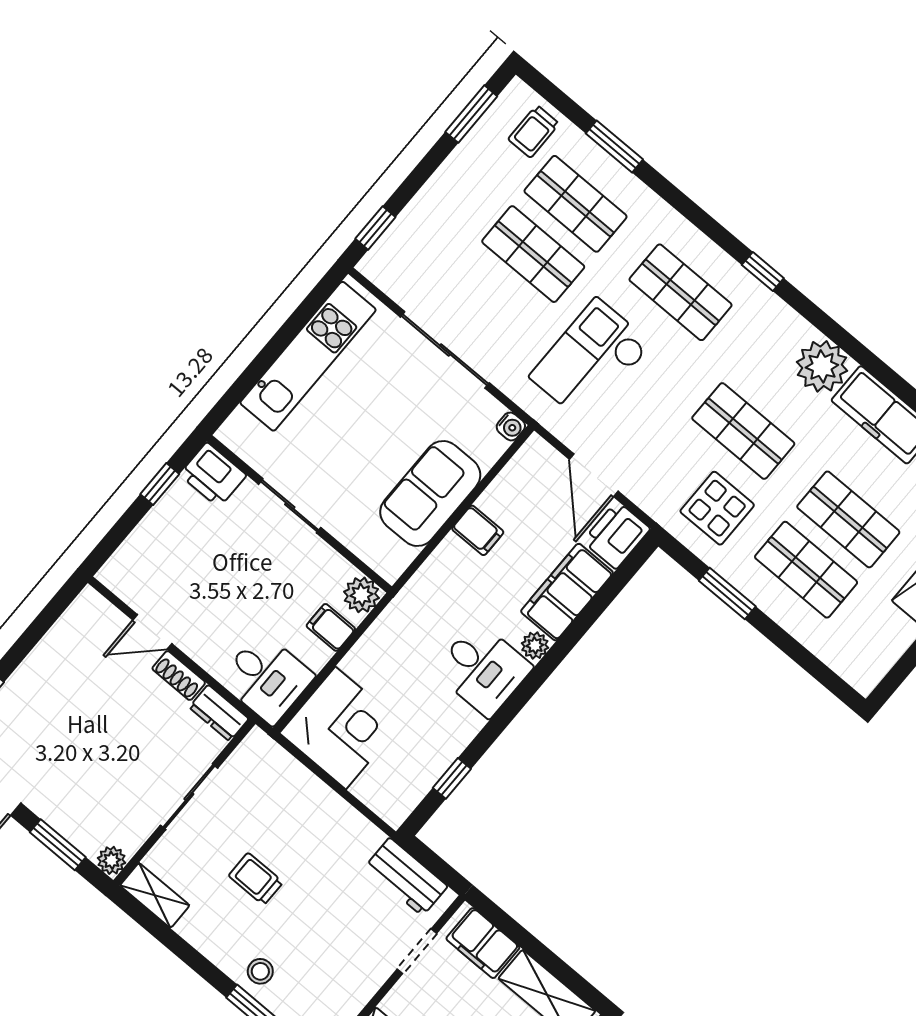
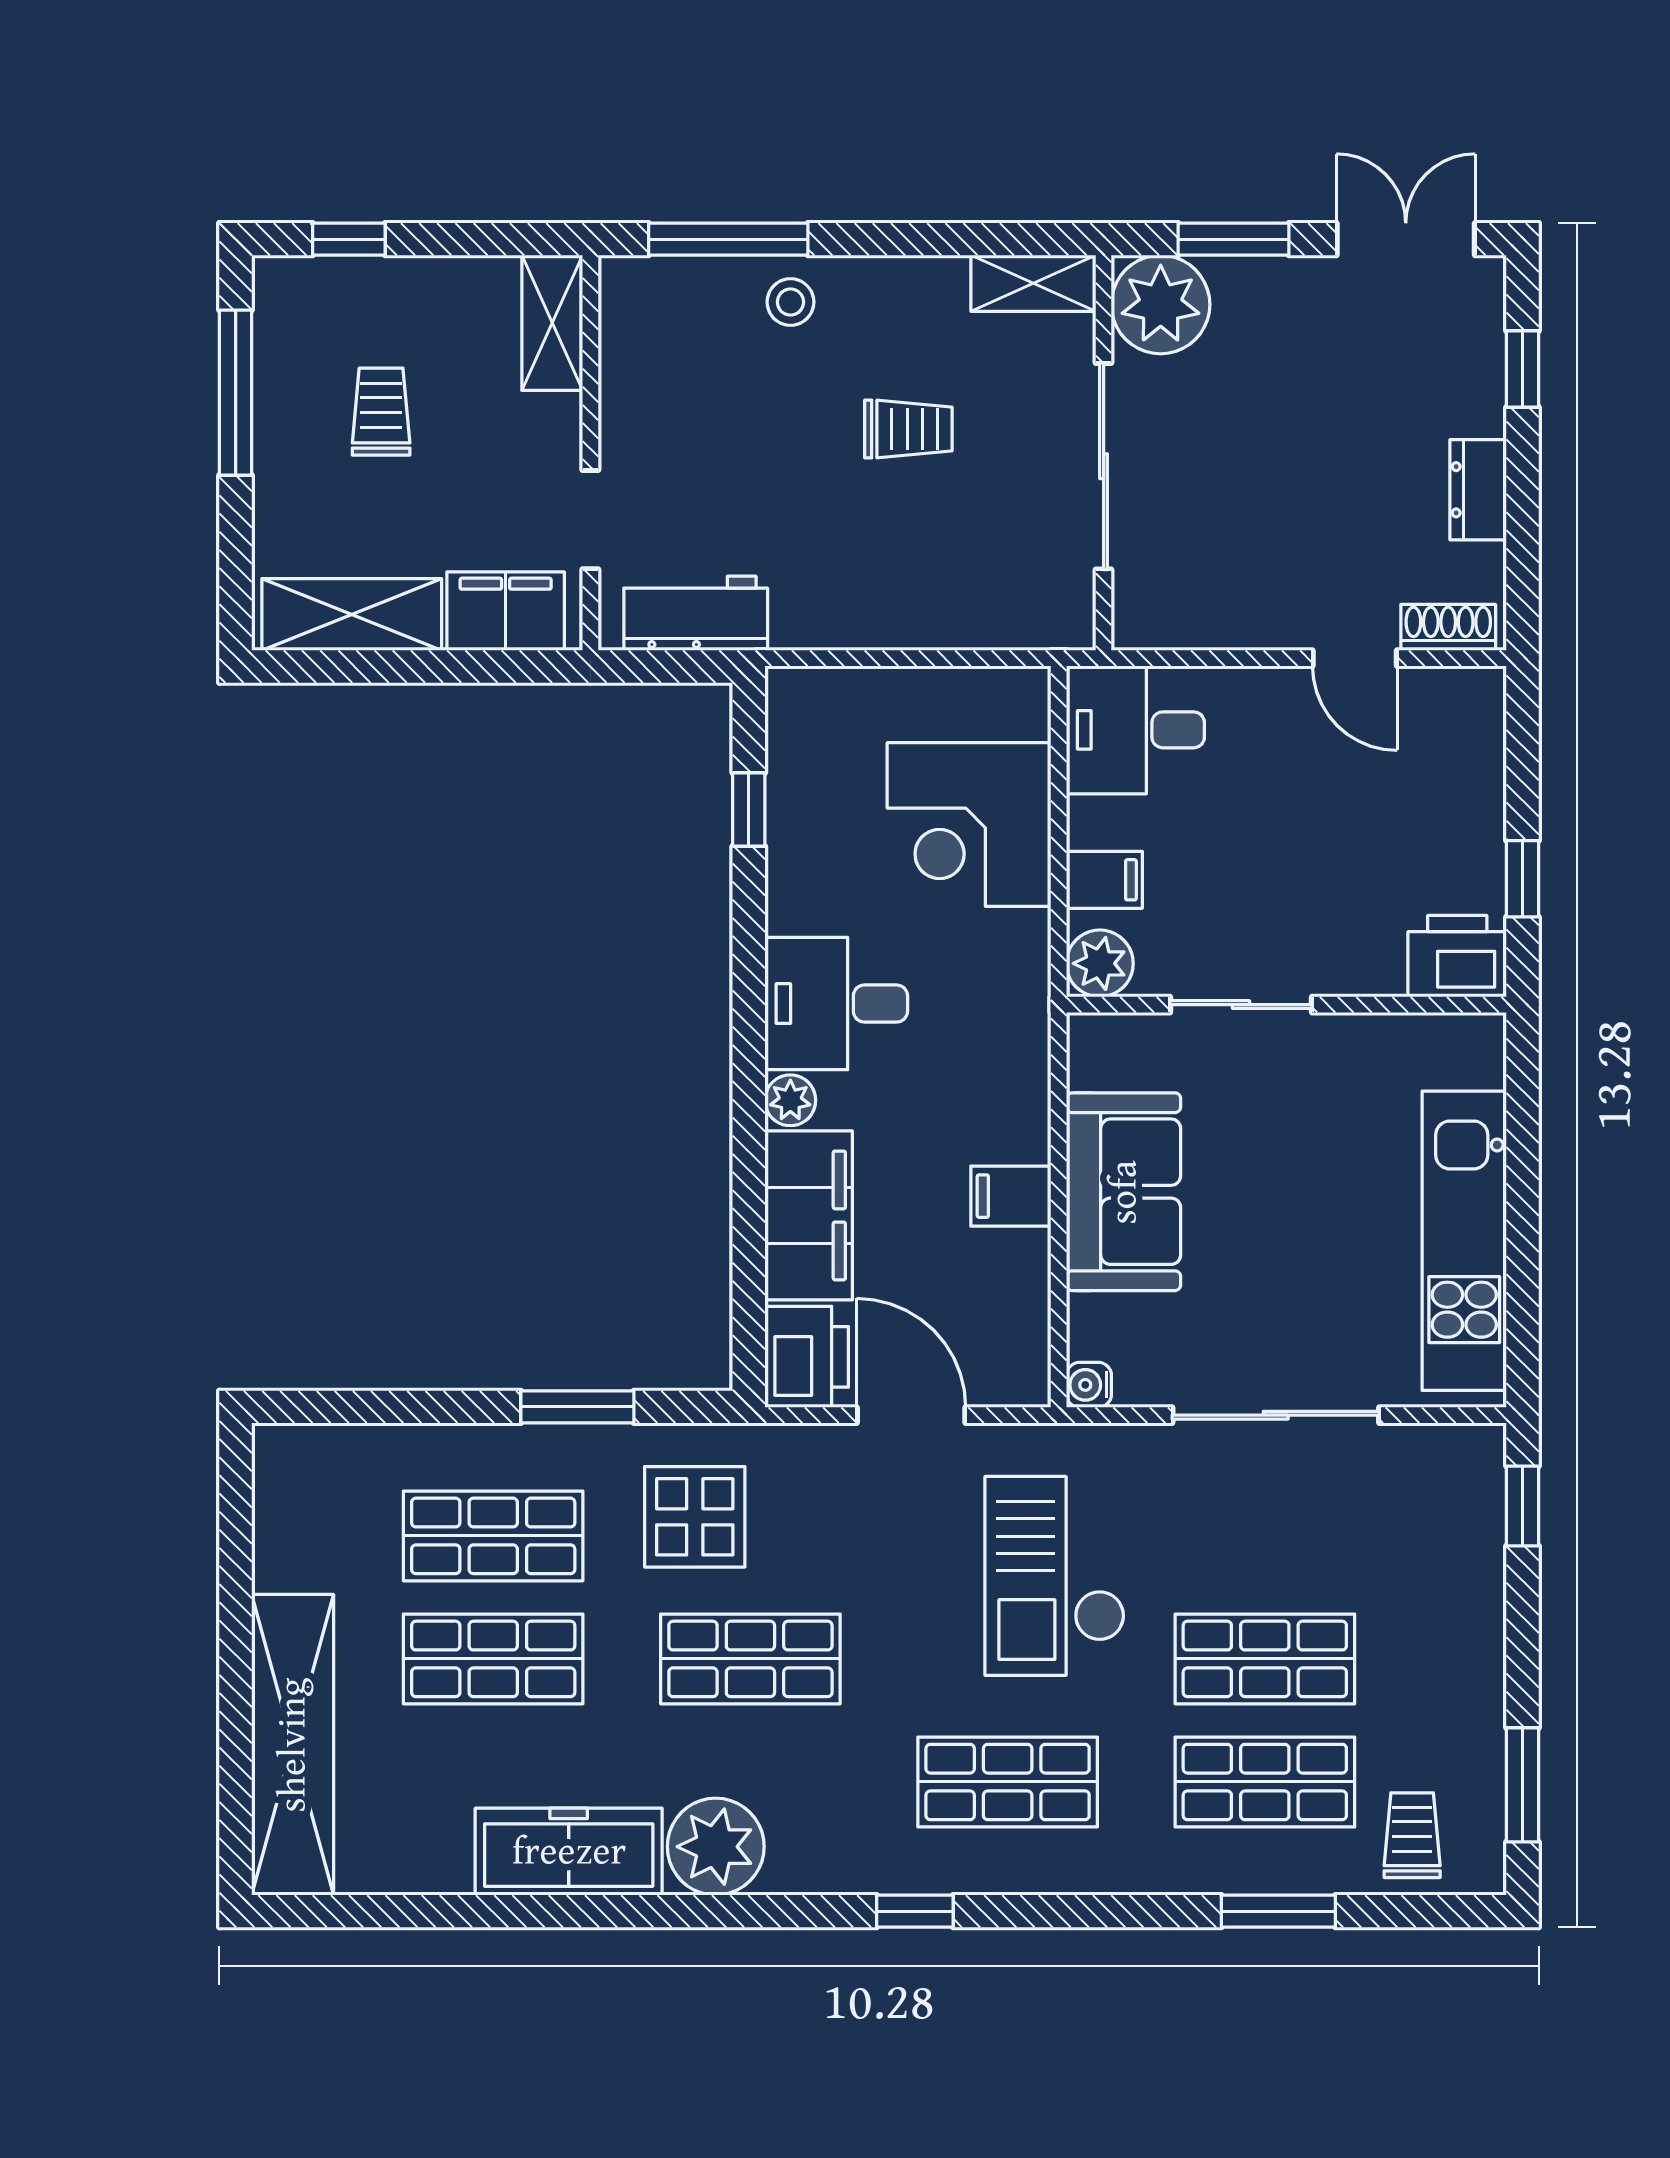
checkout: (590, 360) -> (1055, 1576), turned 180
sliding door: (290, 506) -> (1241, 1005), moved
door: (152, 632) -> (1355, 658), swing flipped
shoe rack: (179, 676) -> (1448, 627), moved
dresser: (219, 713) -> (1478, 490), moved, turned -90
corner desk: (341, 728) -> (969, 825), moved
sliding door: (189, 797) -> (1104, 466), width x1.37
plant: (112, 860) -> (1161, 305), width x1.88, depth x1.88

